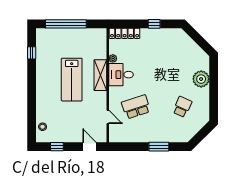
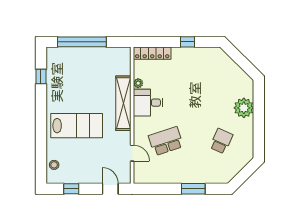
shelving: (100, 75) -> (123, 103), width x1.47
lab bench: (72, 80) -> (77, 126), moved, turned -90

